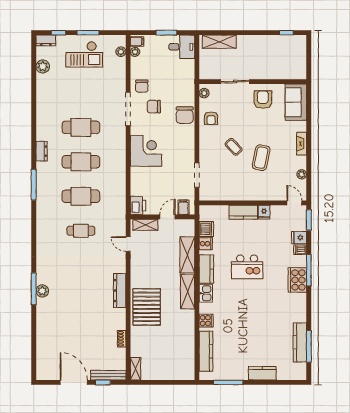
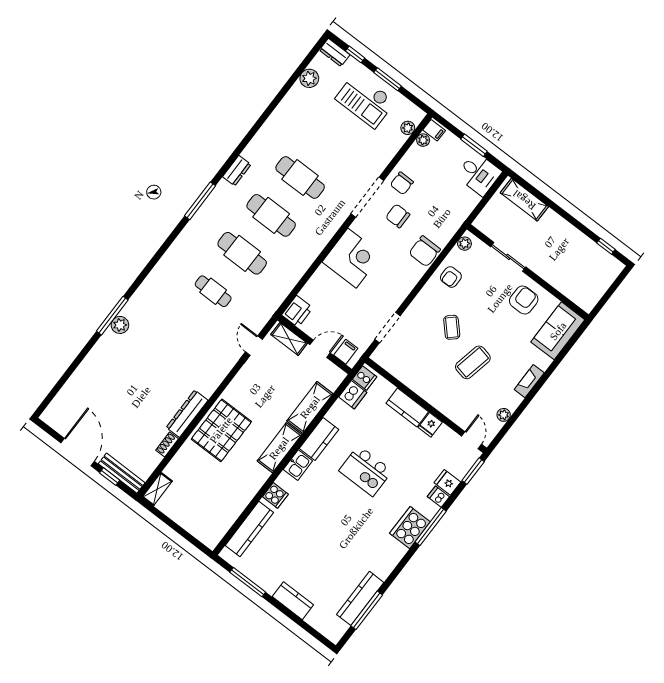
cooker: (206, 244) -> (365, 378), moved
dresser: (120, 291) -> (187, 414), moved

